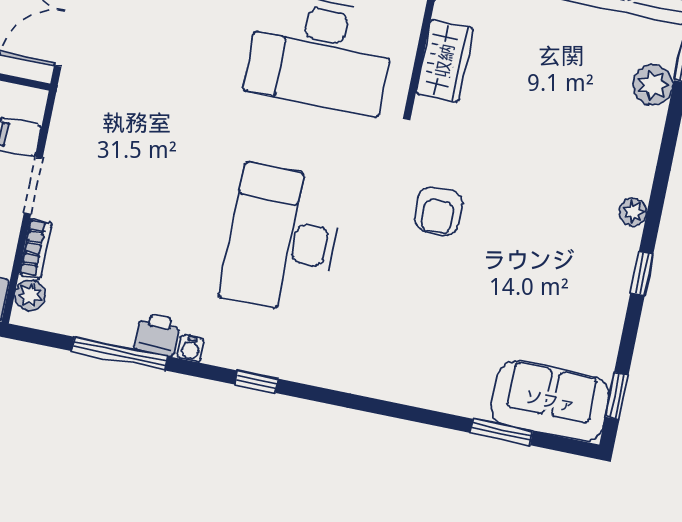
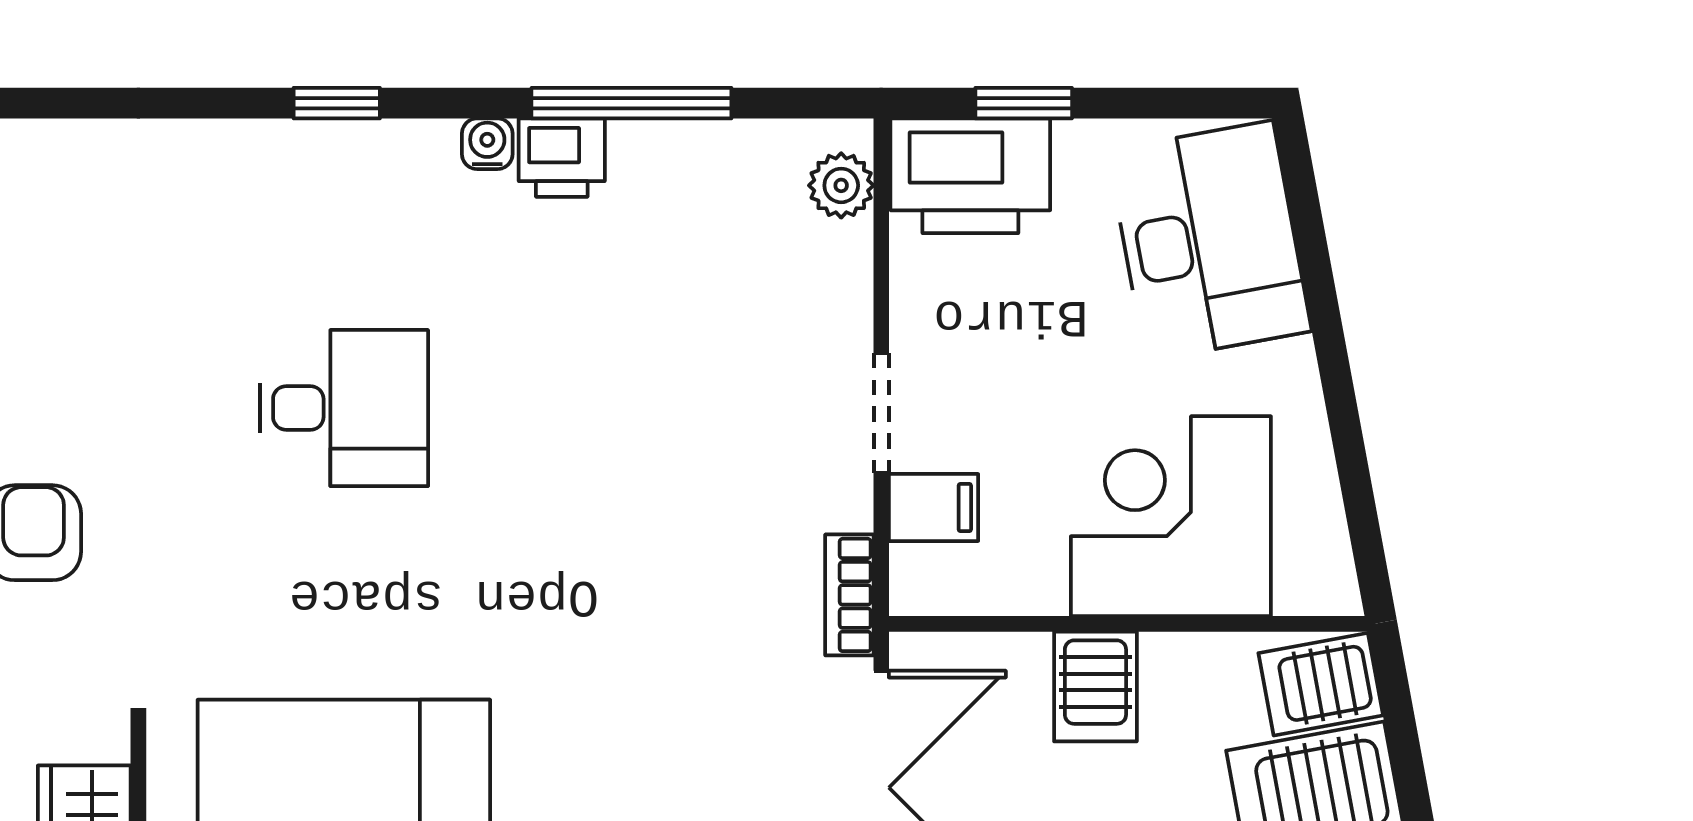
desk: (282, 239) -> (344, 408), width x0.53, depth x0.77
bookcase: (36, 249) -> (849, 595), moved

